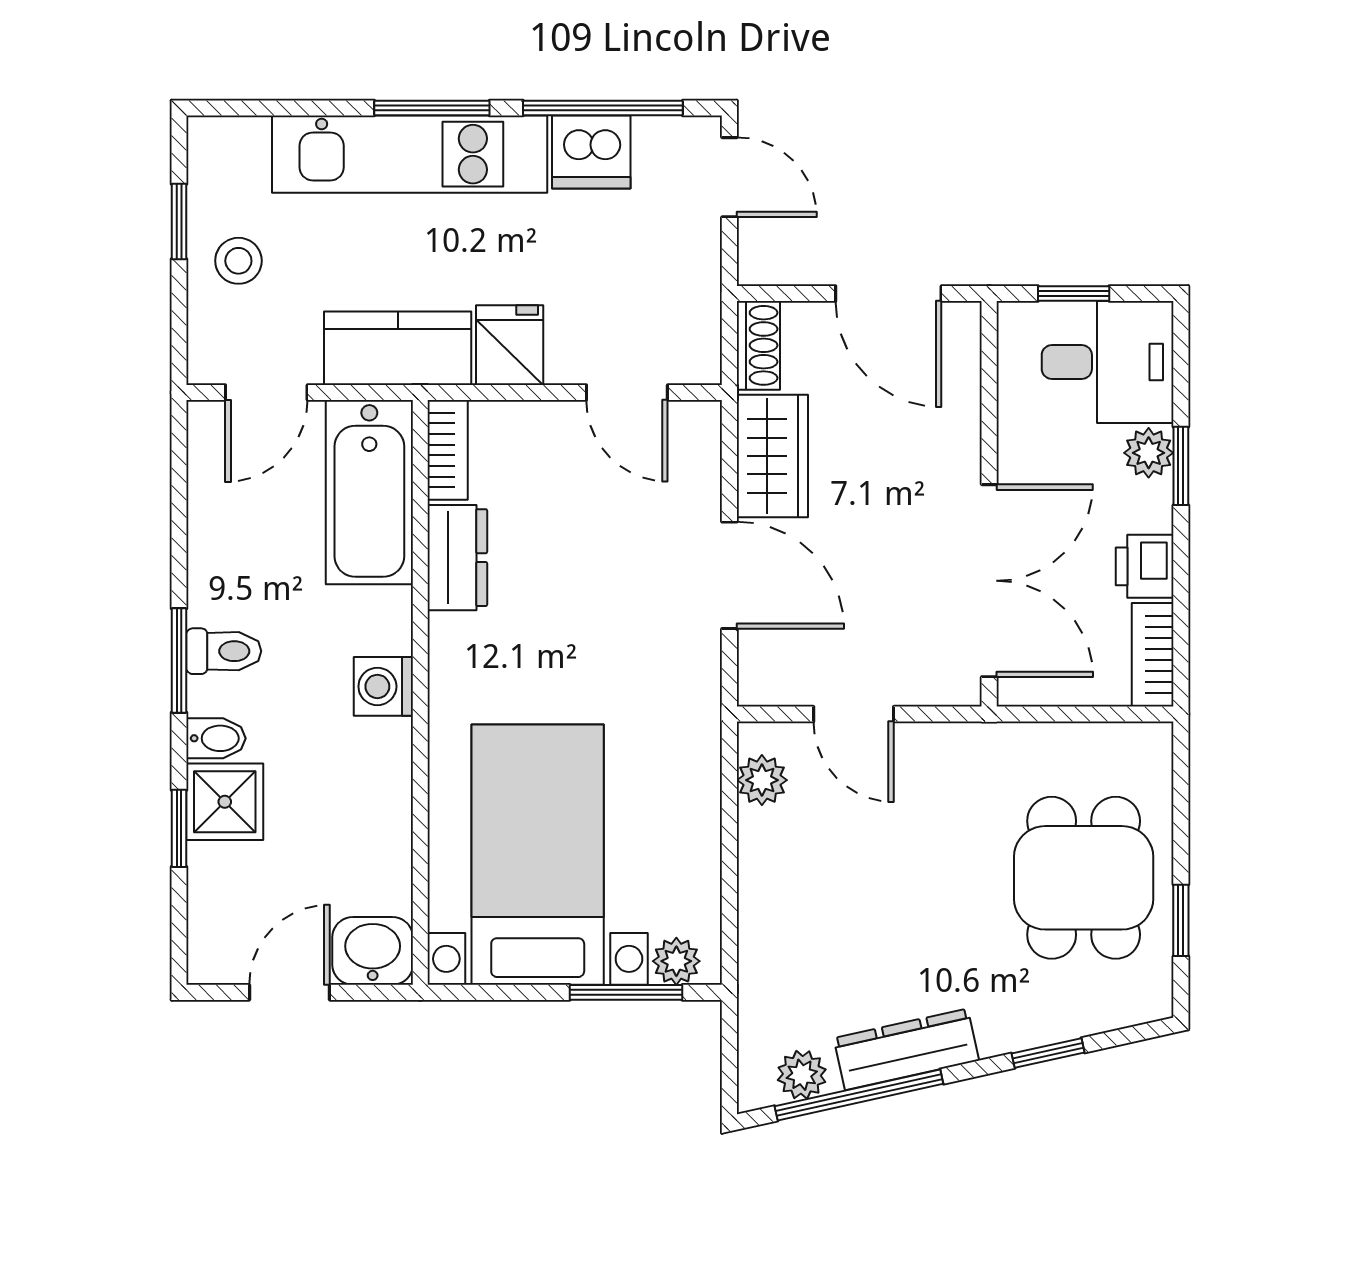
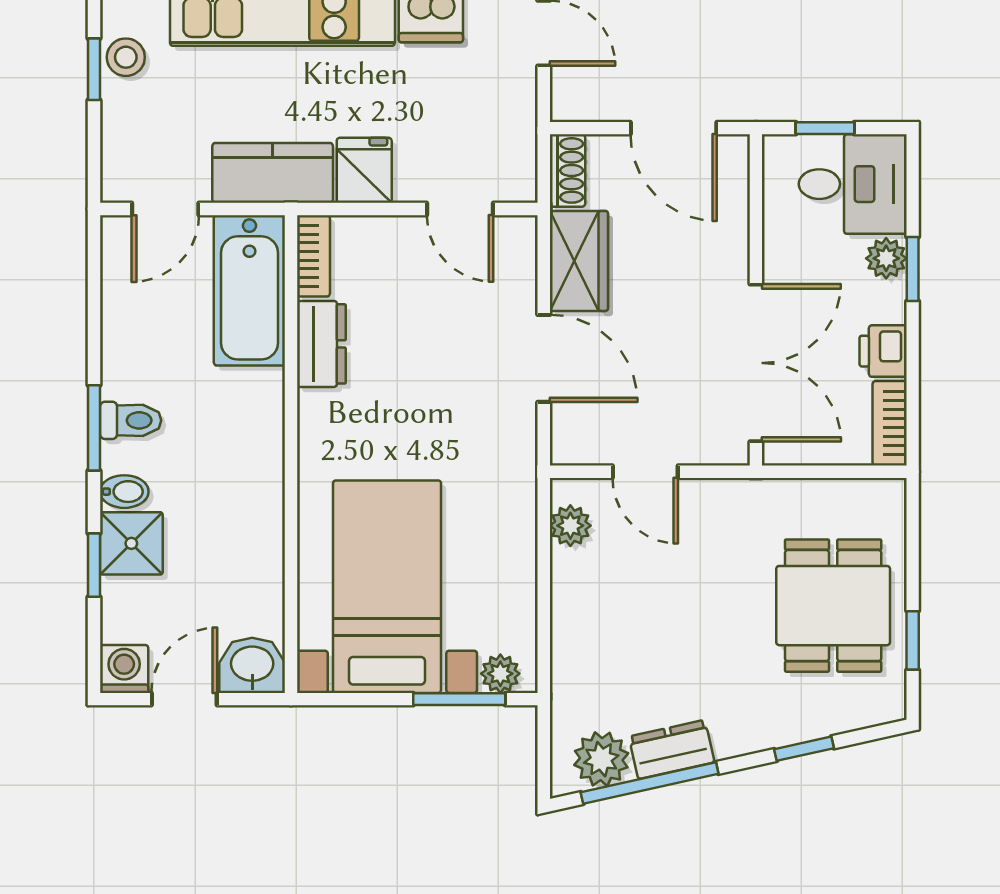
stool: (238, 261) -> (126, 57), moved
washing machine: (383, 686) -> (124, 669), moved, turned 90
dresser: (906, 1049) -> (672, 749), width x0.70
plant: (802, 1075) -> (601, 759), width x1.38, depth x1.38

